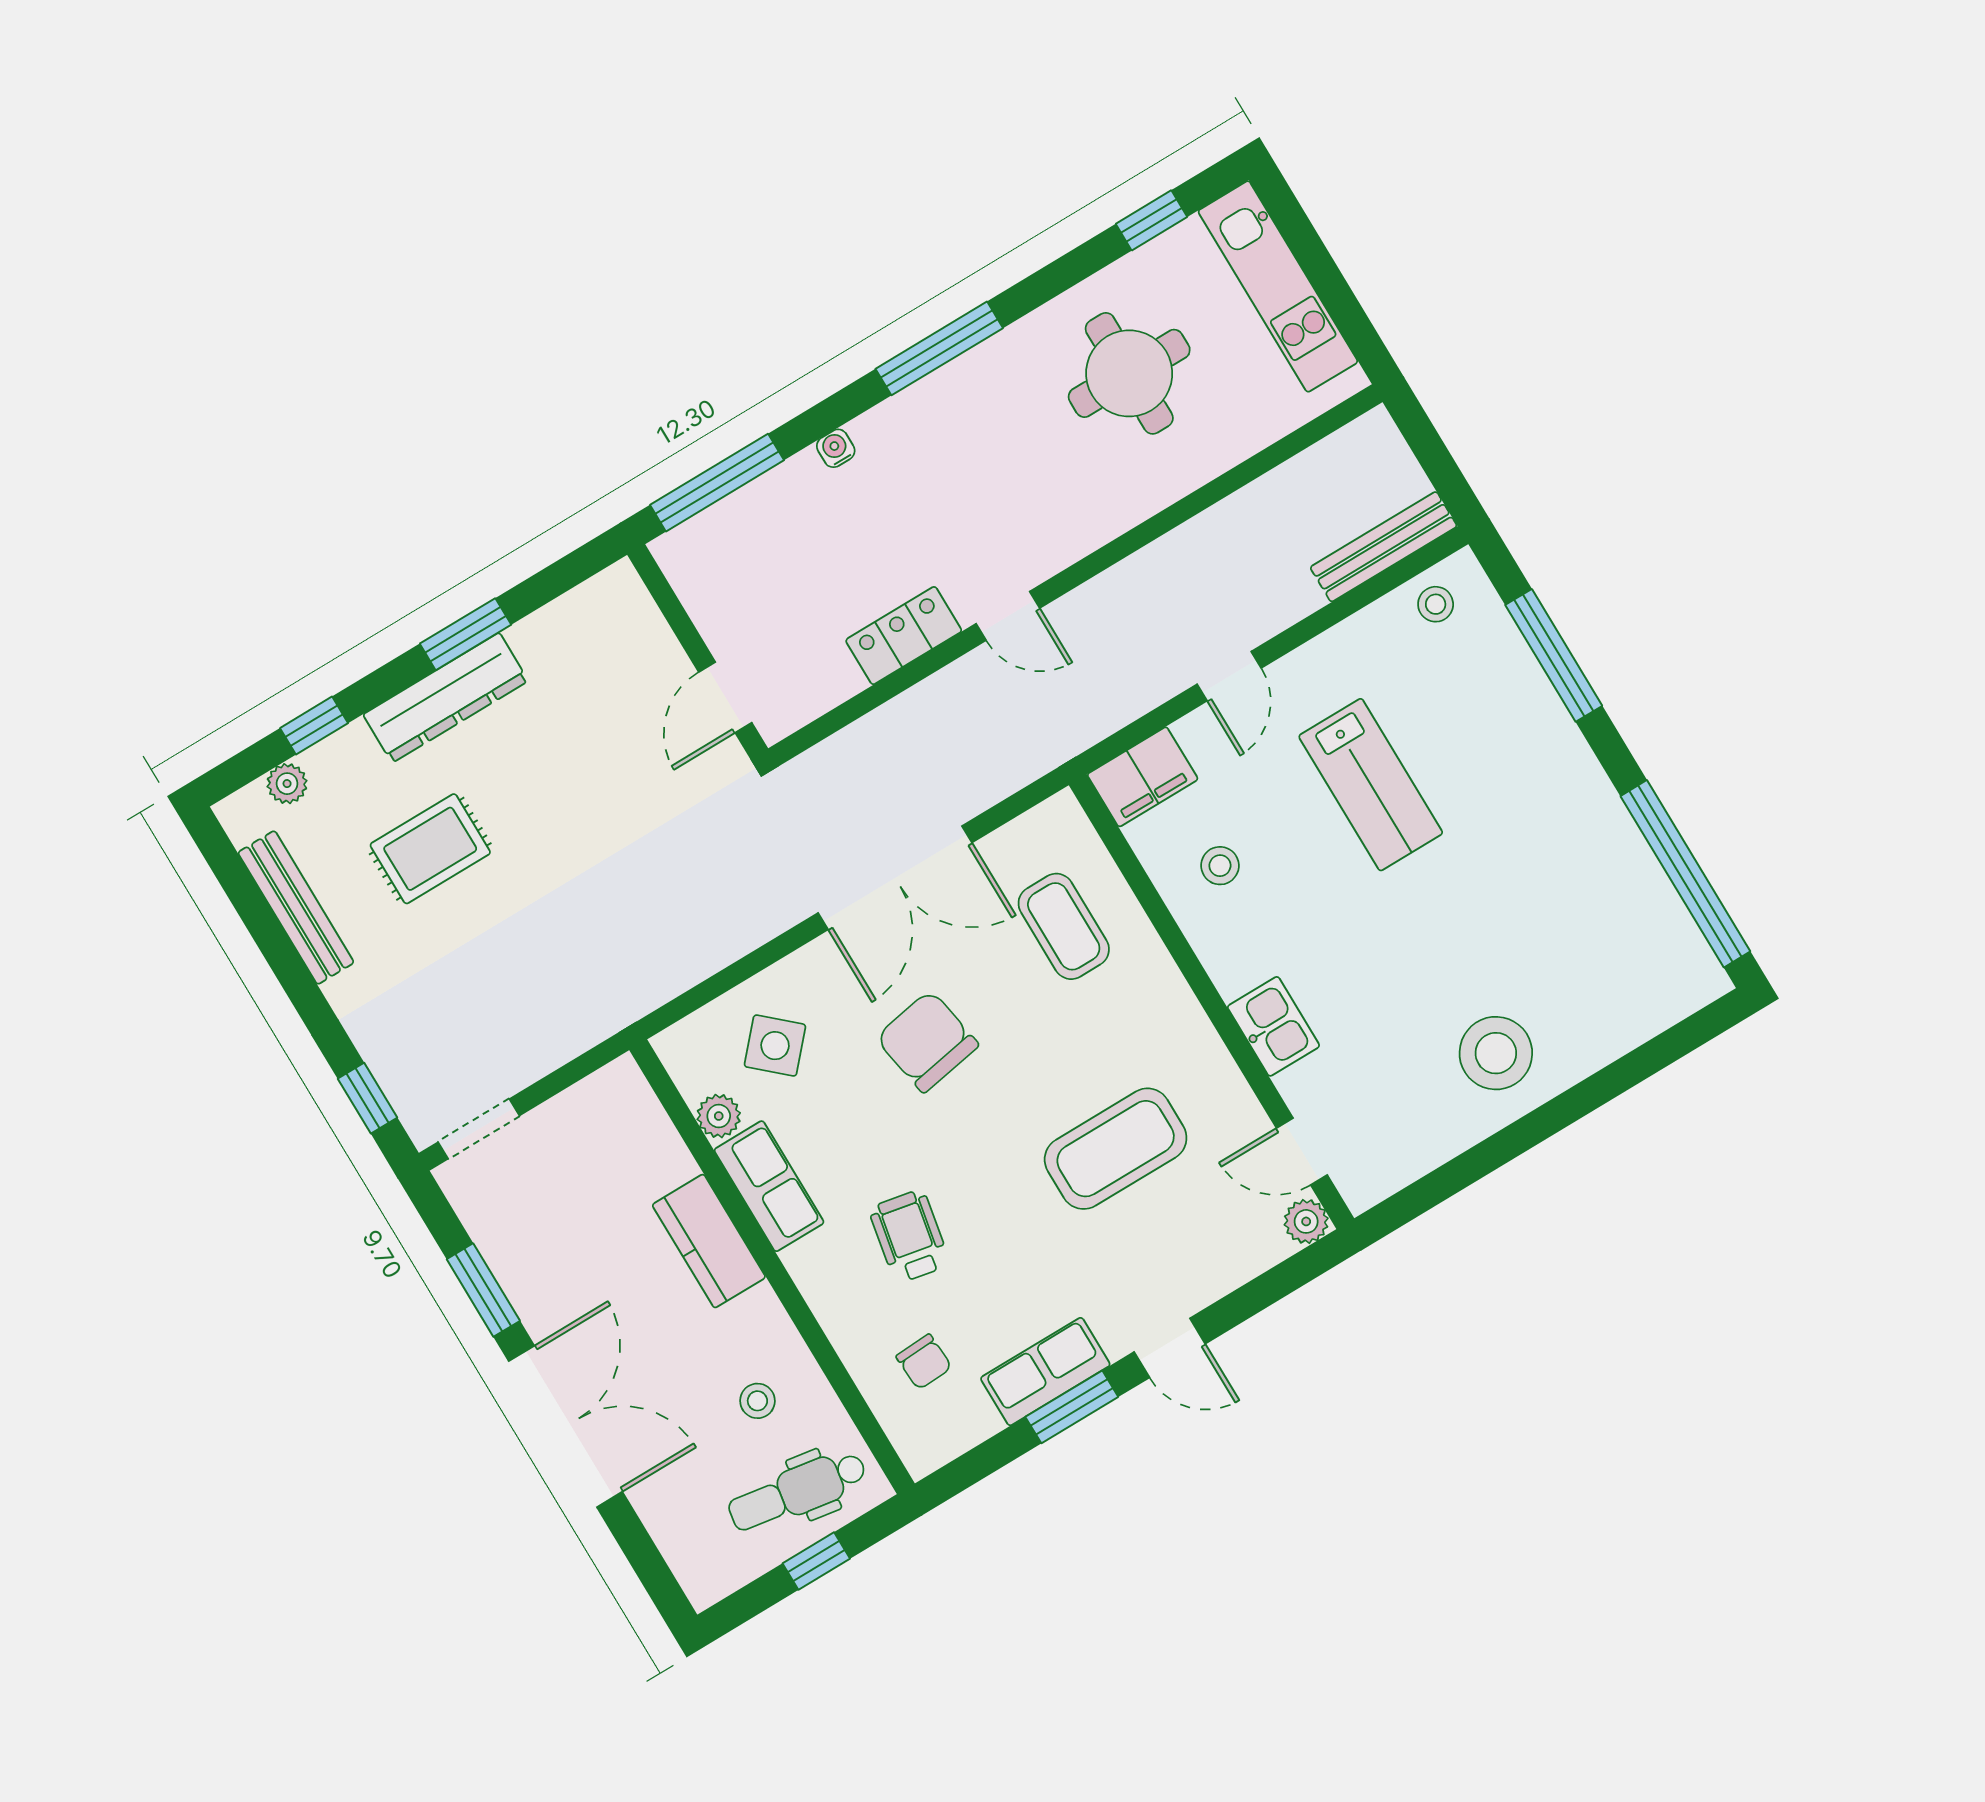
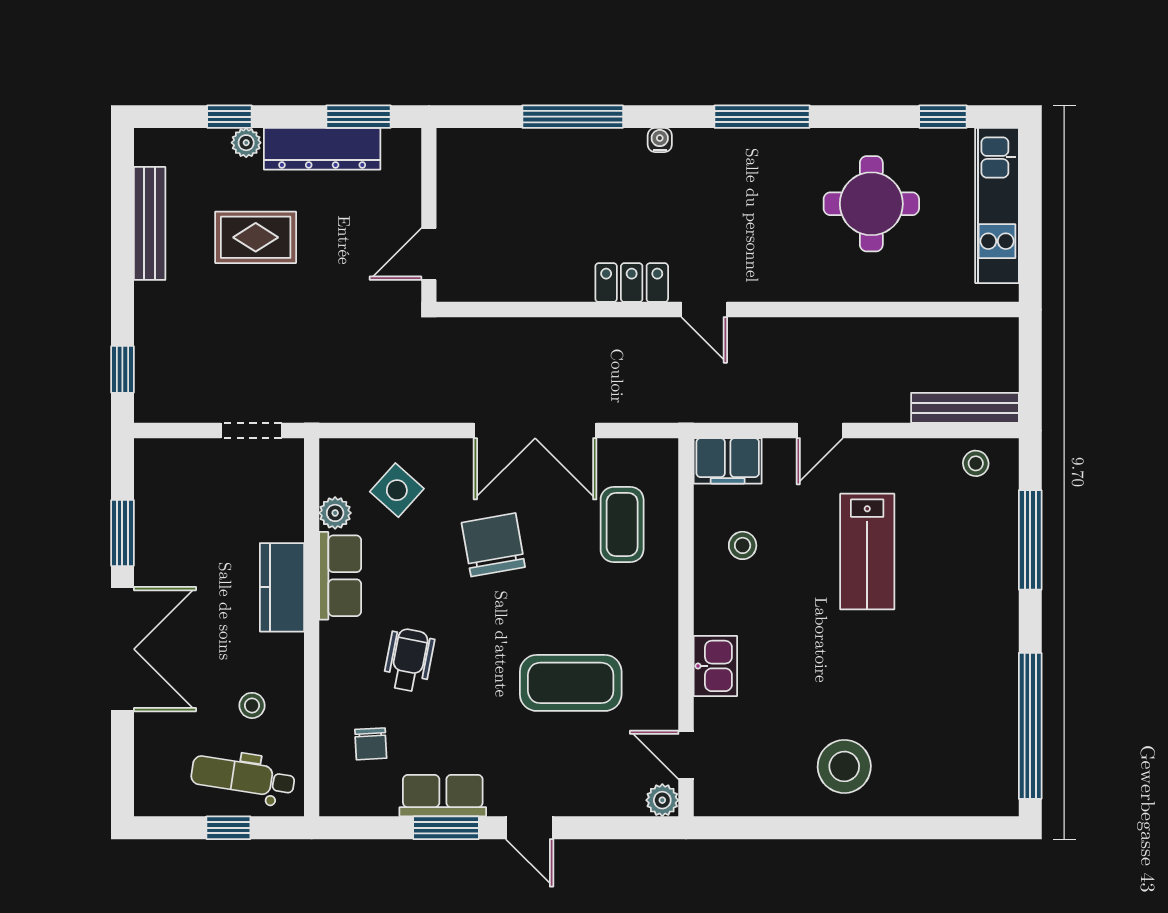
wall: (698, 652) -> (429, 215), moved
door: (725, 697) -> (429, 254), moved
plant: (287, 784) -> (246, 143), moved
doorway: (479, 1129) -> (251, 431), moved

